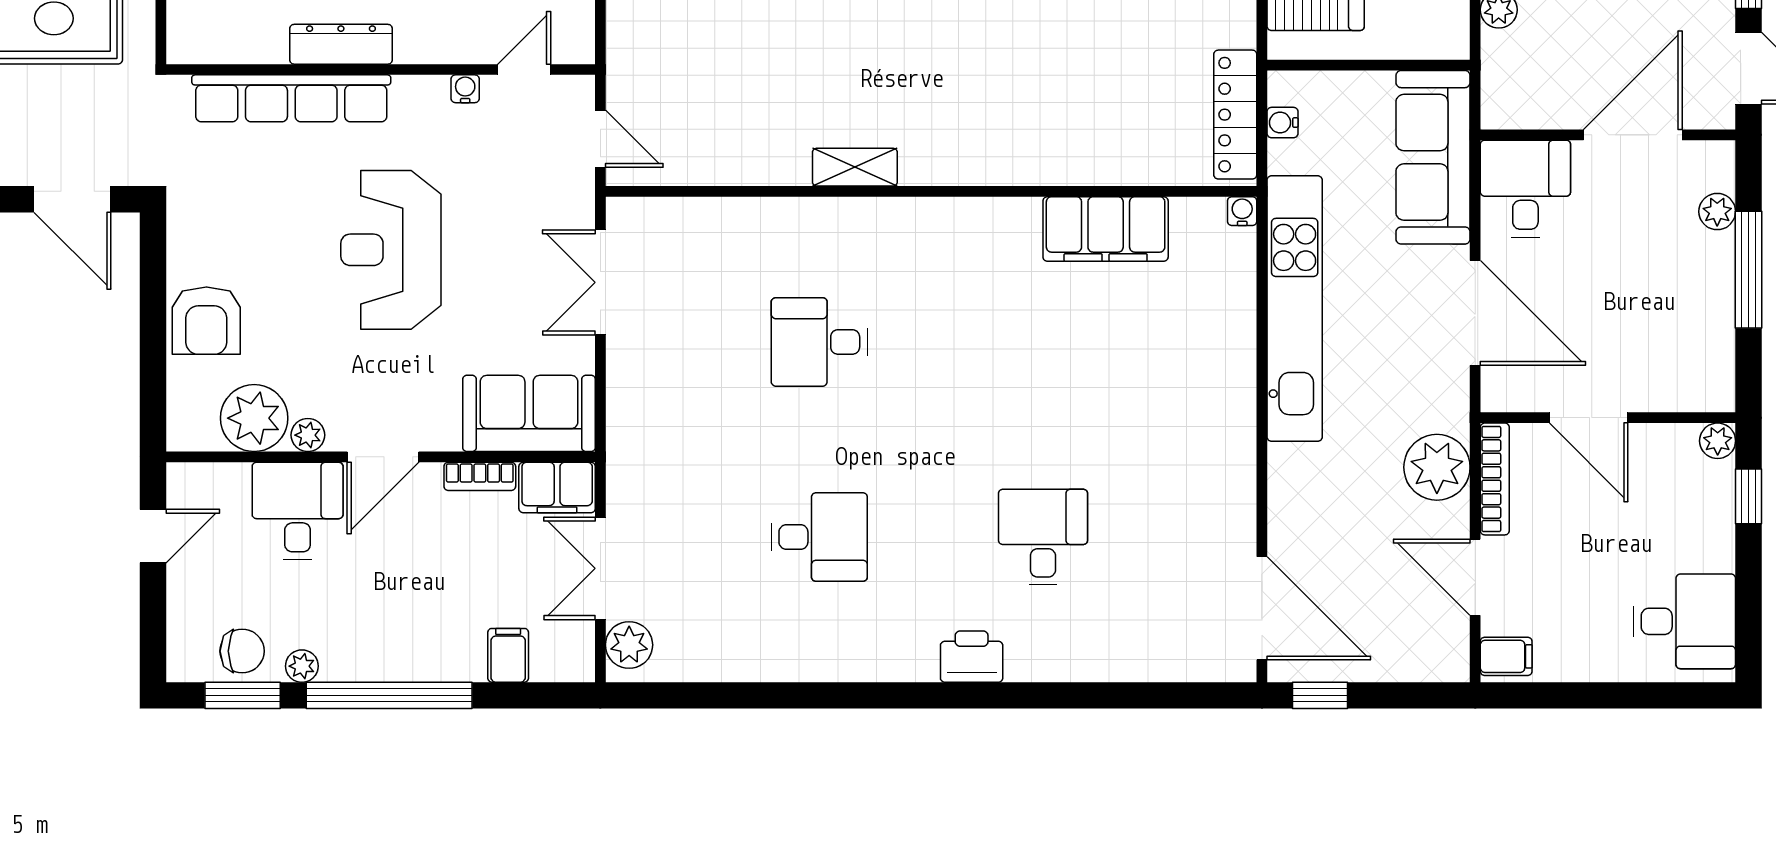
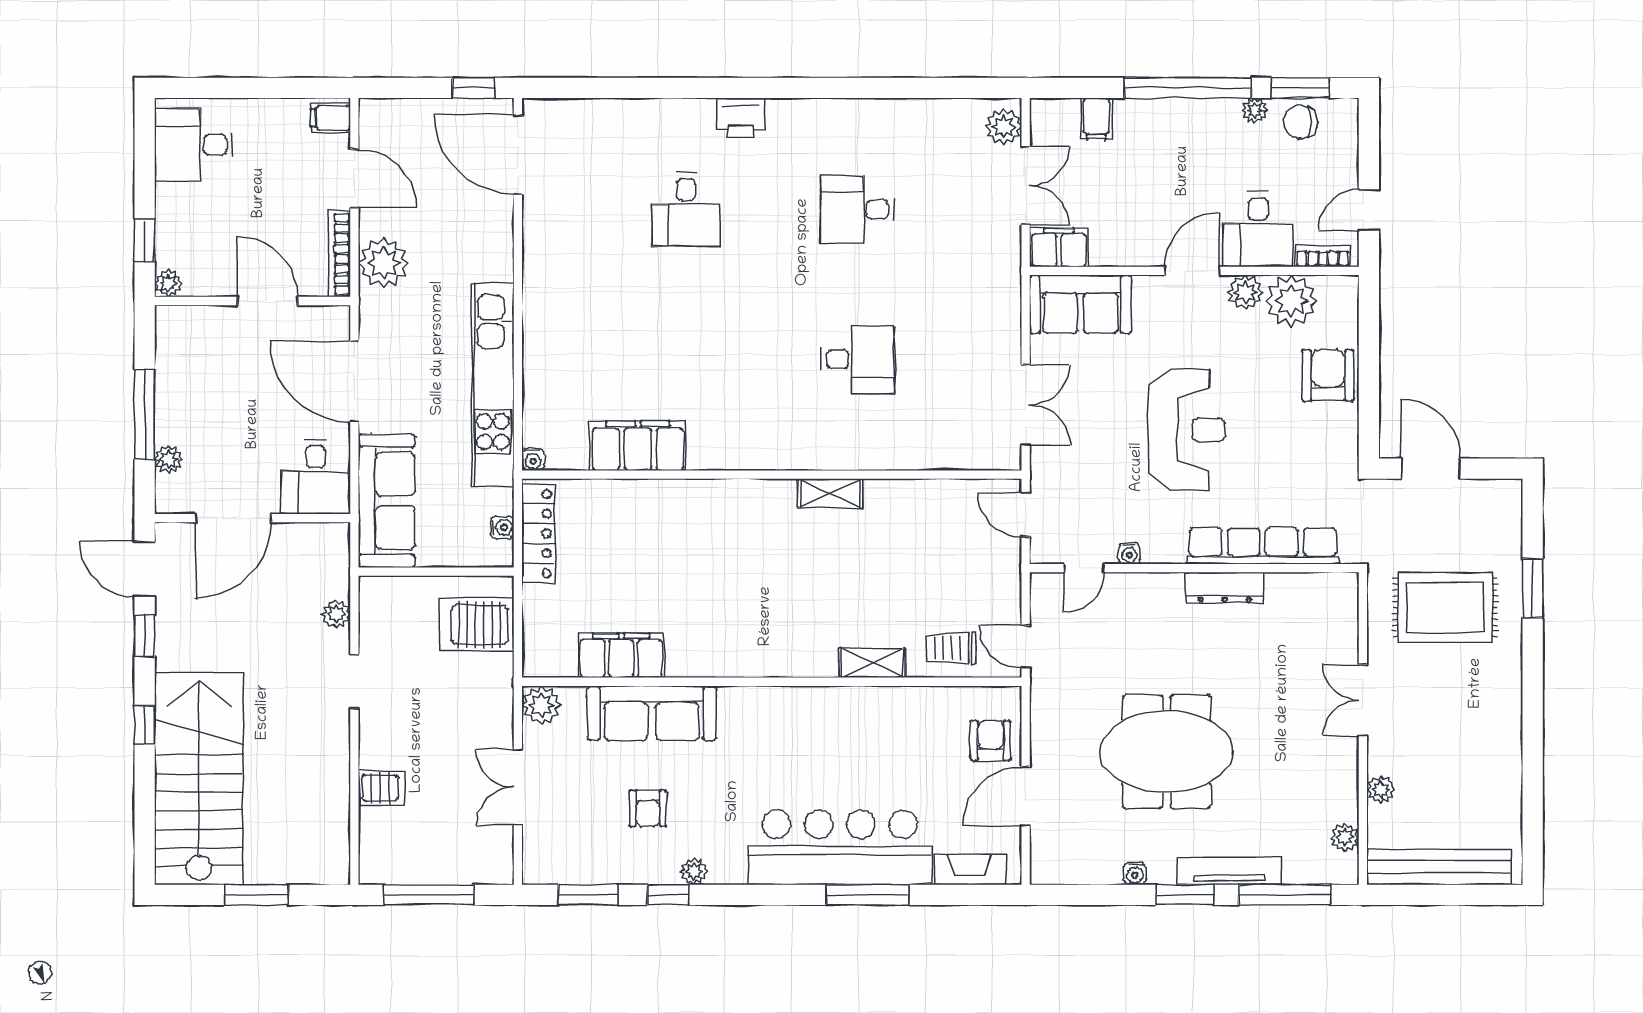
plant: (308, 435) -> (1245, 293), width x1.38, depth x1.38
bookcase: (480, 476) -> (1323, 256), moved

